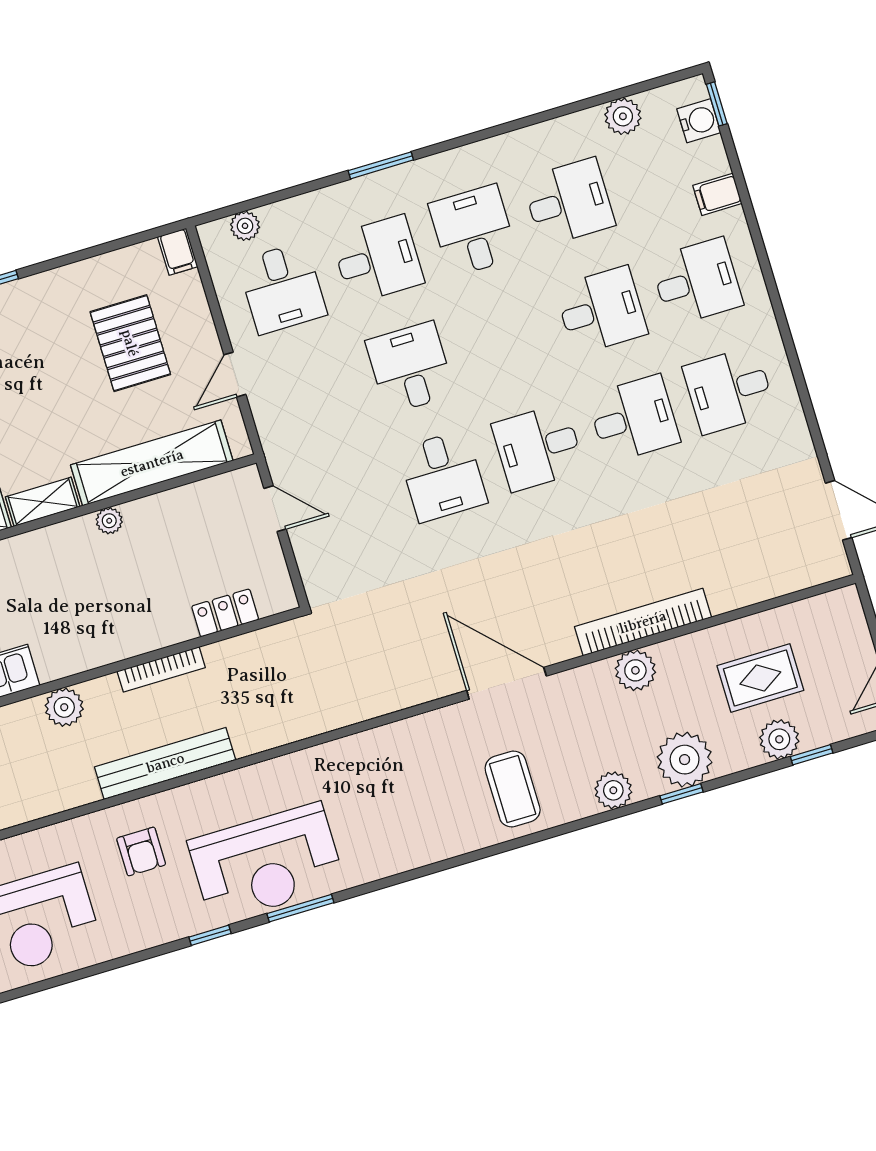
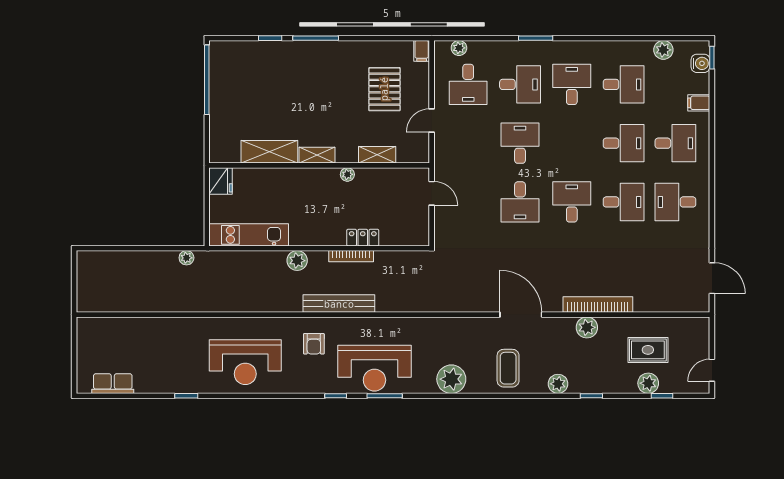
desk: (538, 447) -> (572, 202), turned 90
shelving: (152, 463) -> (377, 155), width x0.45, depth x0.75
locker: (225, 613) -> (363, 238), moved
plant: (685, 760) -> (451, 379), moved

